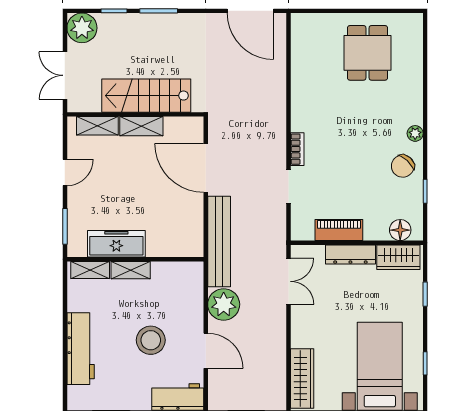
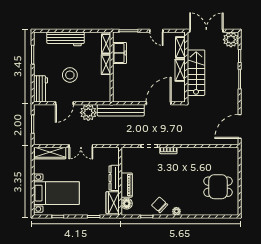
double door: (65, 75) -> (206, 31), width x1.37
piano: (339, 230) -> (127, 185), moved
freezer: (116, 244) -> (120, 53), width x0.71
double door: (288, 281) -> (81, 146), moved

